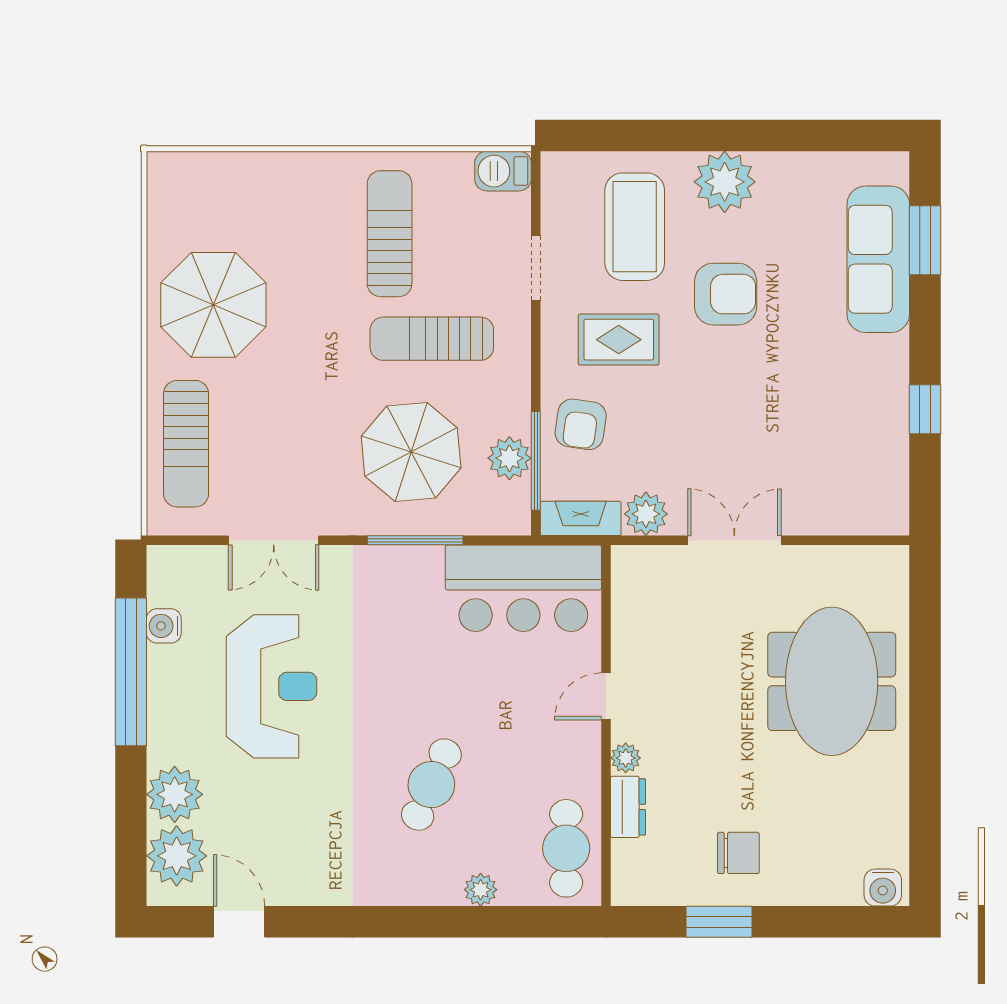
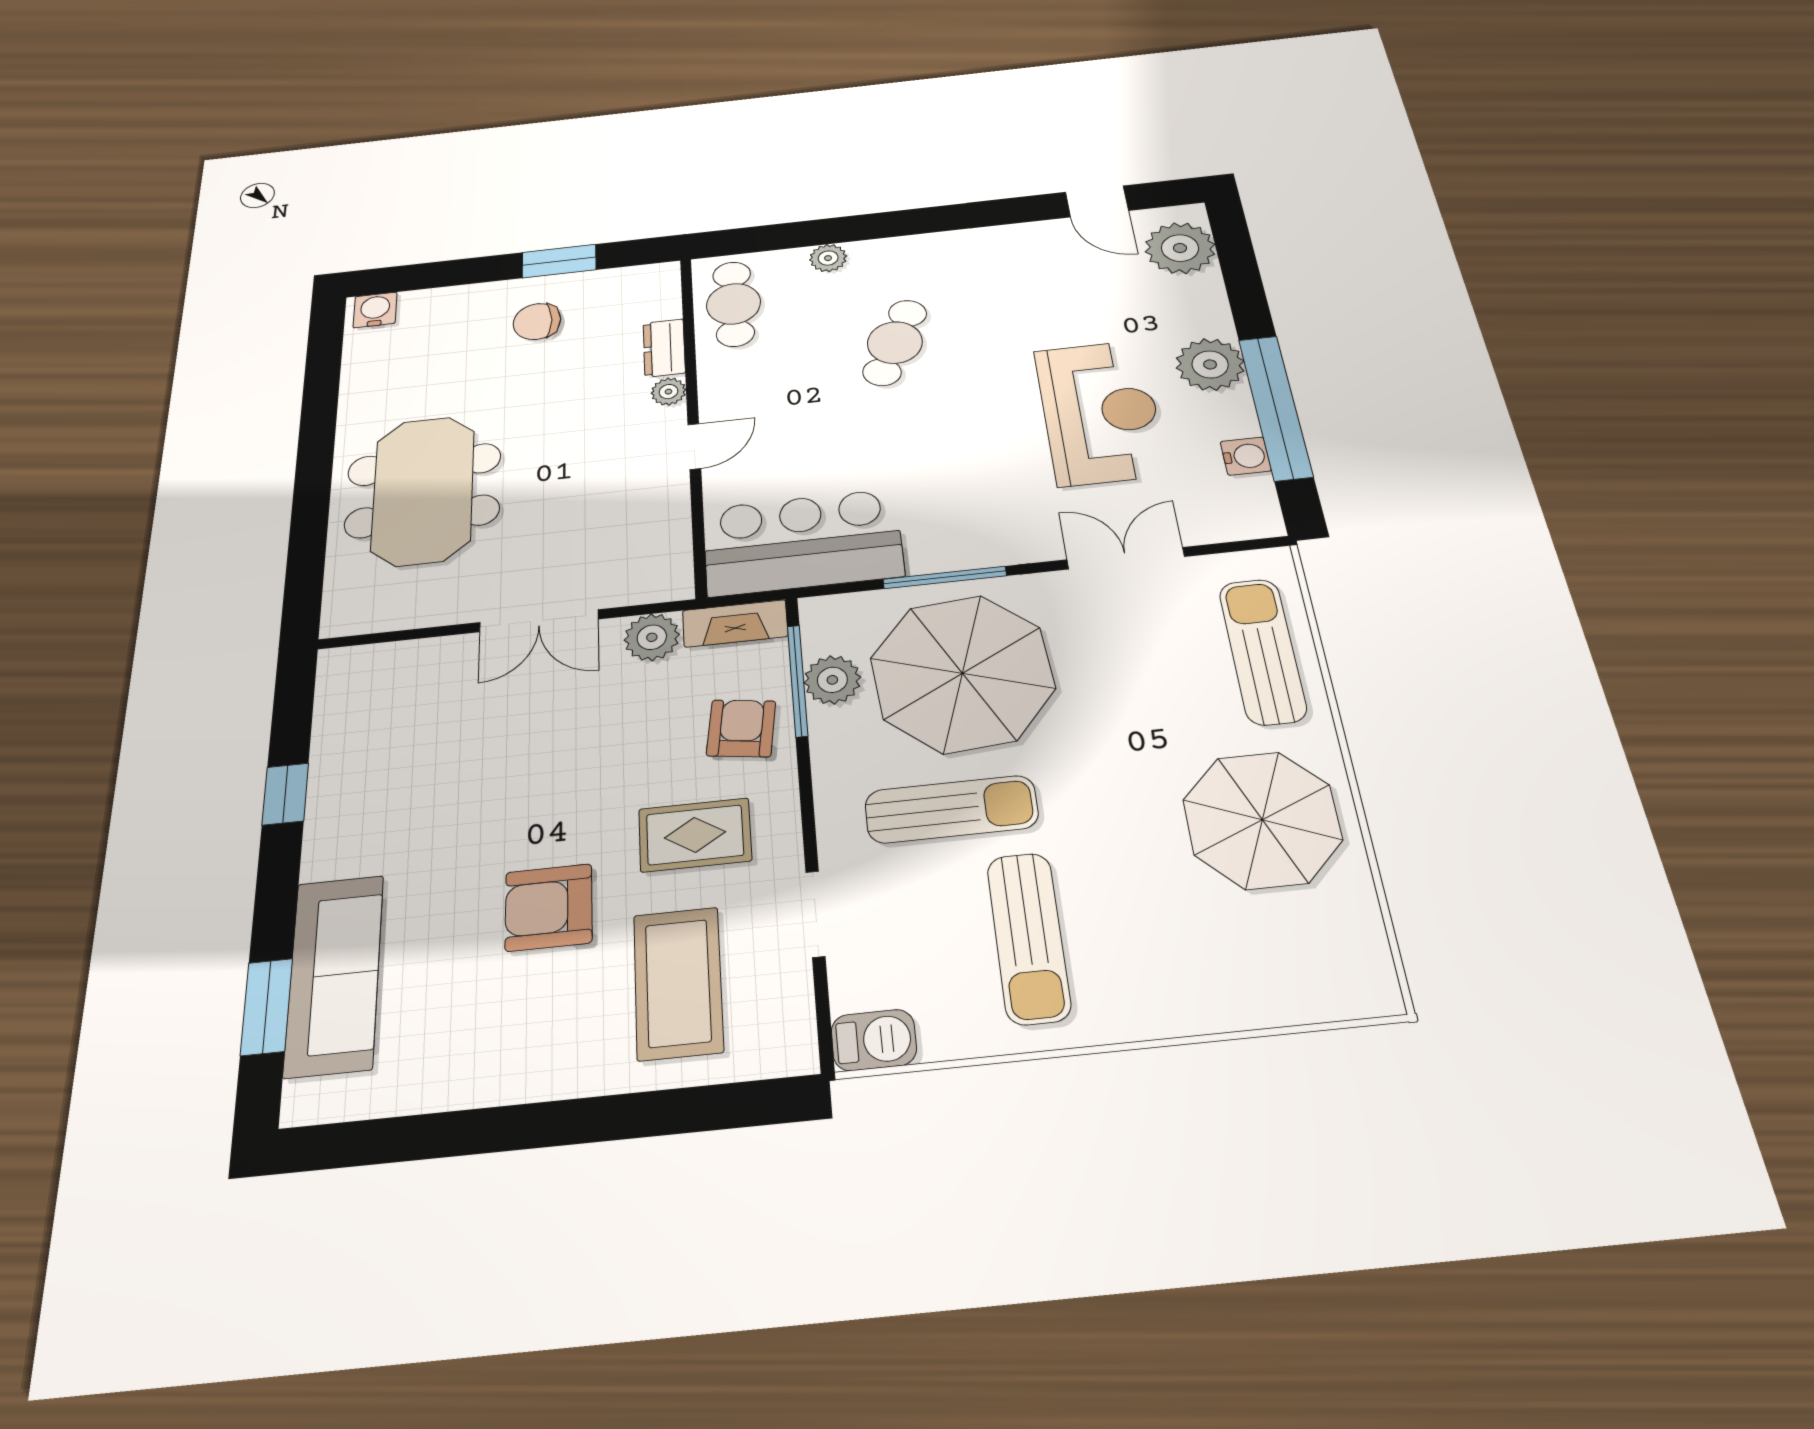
plant: (725, 182) -> (549, 1058), removed
parasol: (411, 452) -> (962, 673), width x1.36, depth x1.36
reception desk: (272, 686) -> (1100, 412), turned 180
plant: (175, 794) -> (1210, 364), moved

